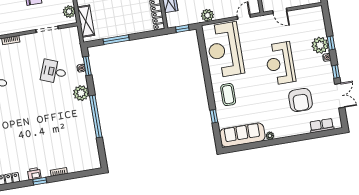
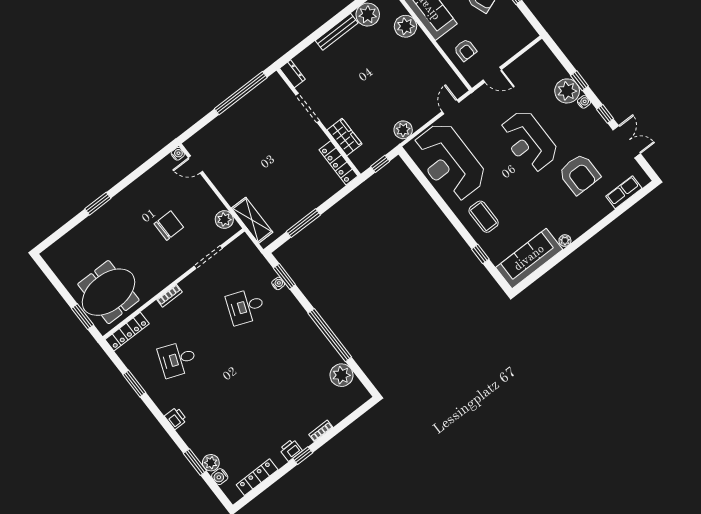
plant: (81, 93) -> (341, 375), moved

